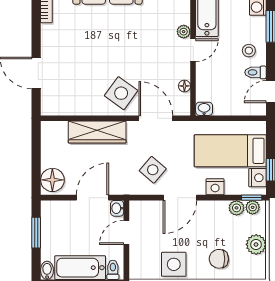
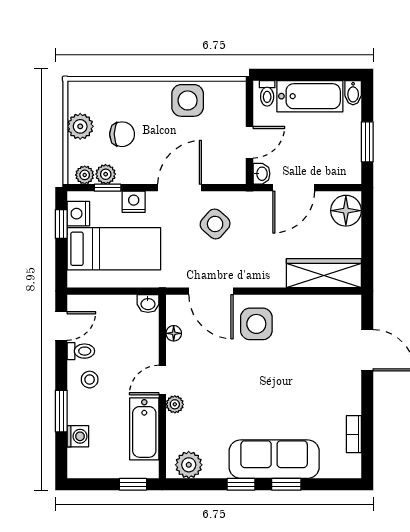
side table: (121, 93) -> (256, 324), turned -36
wardrobe: (97, 132) -> (324, 273), moved
window: (252, 198) -> (108, 188), moved
chair: (219, 259) -> (122, 134), moved

